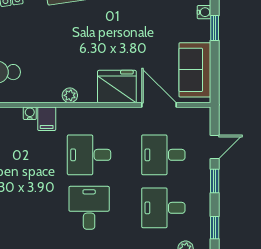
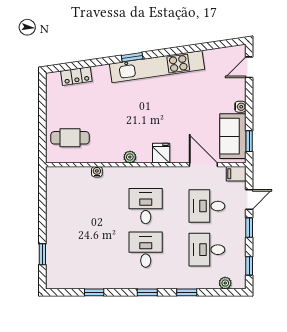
water cooler: (204, 12) -> (240, 107), moved
window: (215, 28) -> (249, 141), moved
fridge: (117, 87) -> (161, 153), width x0.53, depth x0.75
filing cabinet: (47, 119) -> (236, 174), moved, turned 90
desk: (89, 155) -> (146, 206), turned 90

